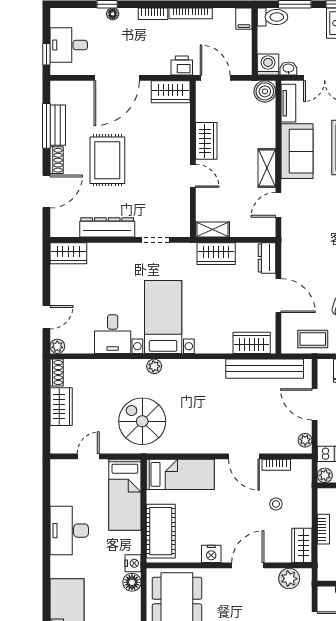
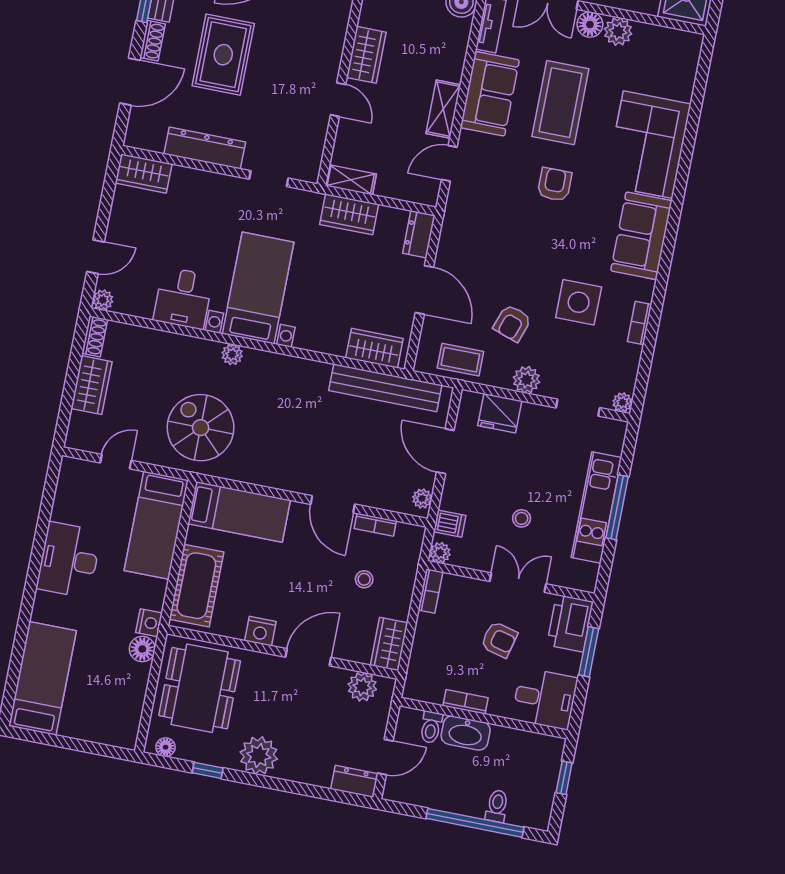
bookcase: (323, 529) -> (430, 591), moved

